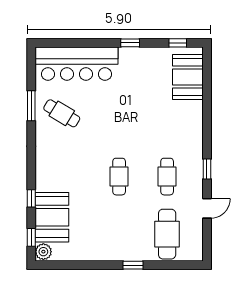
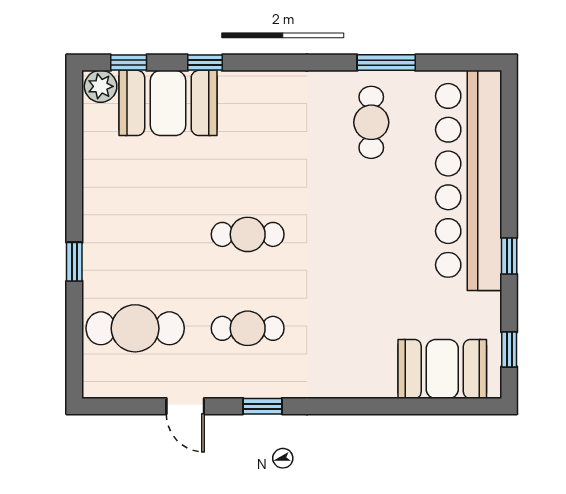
bar counter: (76, 64) -> (469, 180), width x1.36
cafe table: (62, 113) -> (371, 122), turned -31

